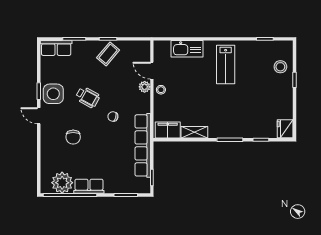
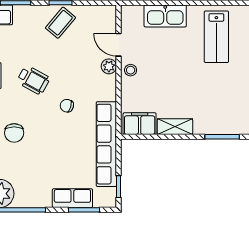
row of seats: (89, 186) -> (72, 198), moved

